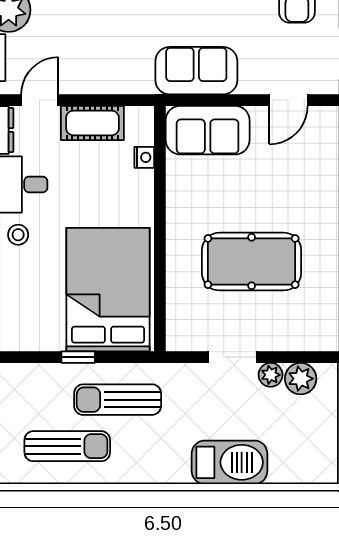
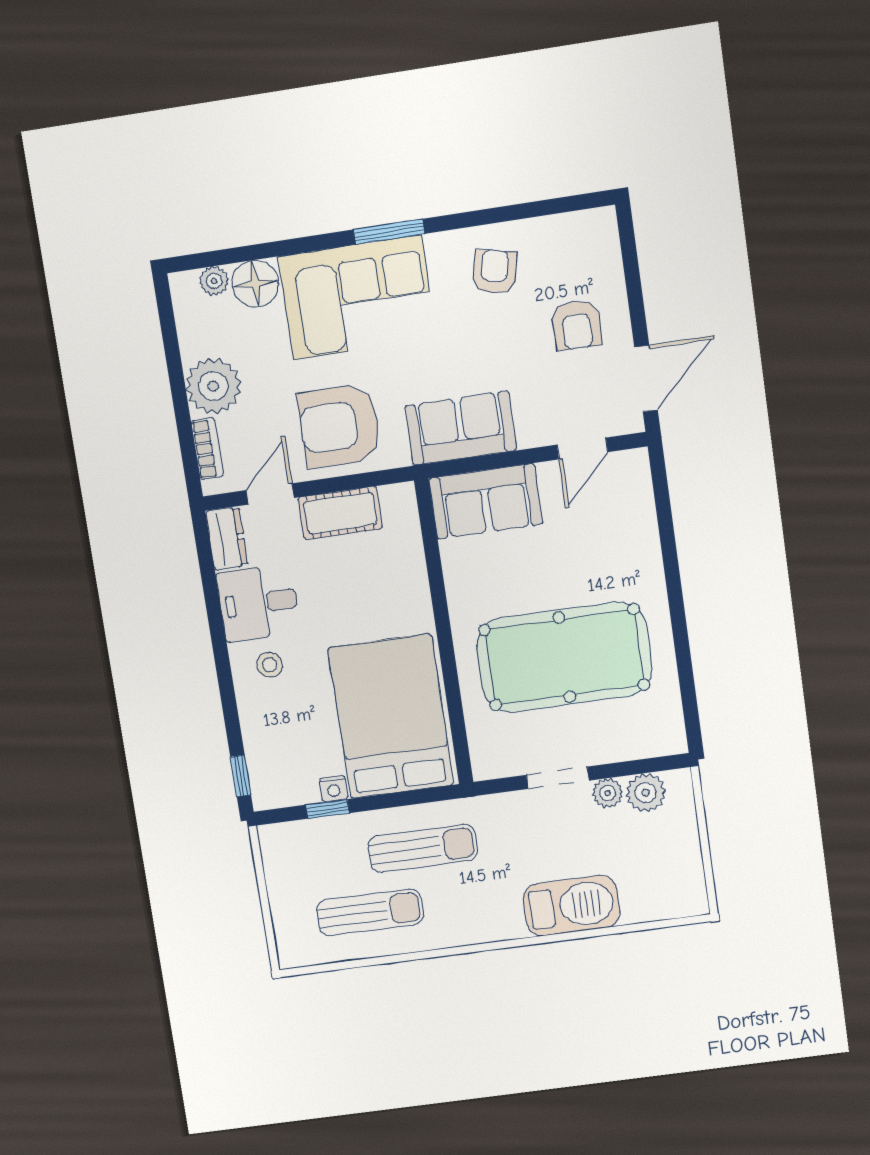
armchair: (102, 55) -> (340, 426), added
nightstand: (144, 157) -> (334, 789), moved, turned 90
pool table: (252, 262) -> (564, 657), width x1.36, depth x1.32
window: (78, 357) -> (328, 809), moved
sun lounger: (118, 400) -> (423, 848), turned 180

